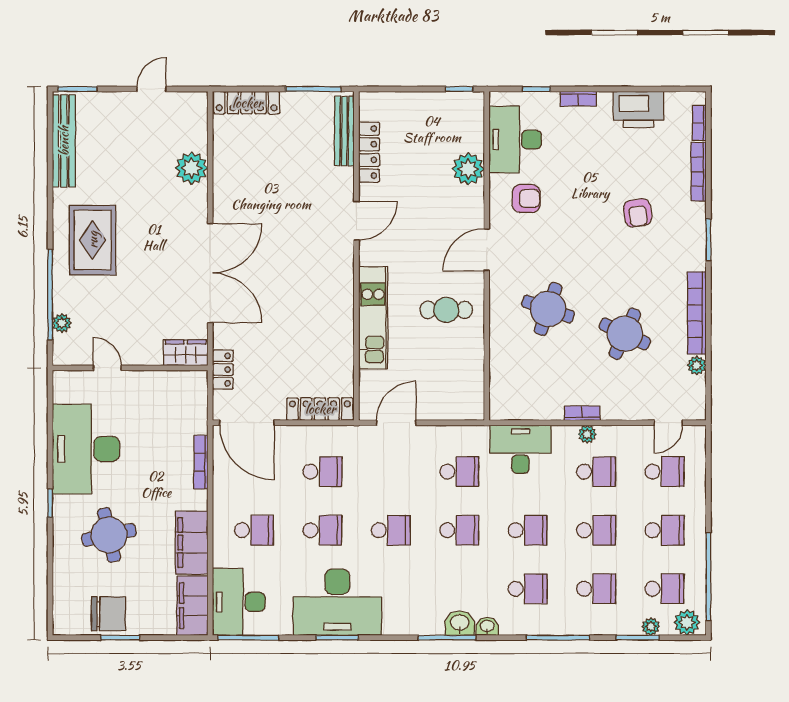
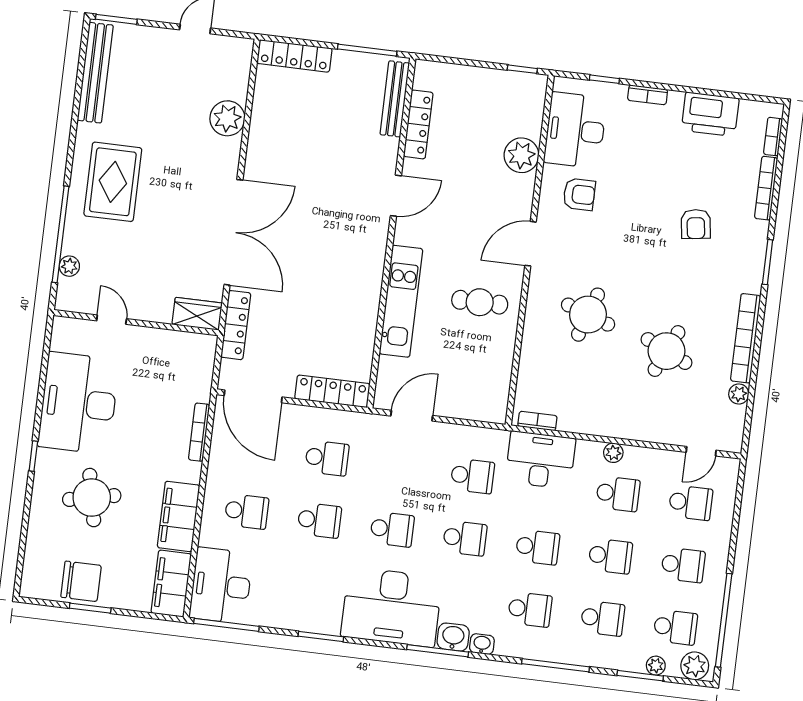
locker: (223, 370) -> (236, 325), width x1.53
bookcase: (582, 413) -> (537, 421), moved
desk: (337, 602) -> (391, 607), moved

